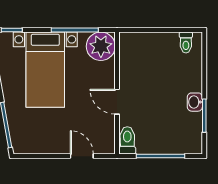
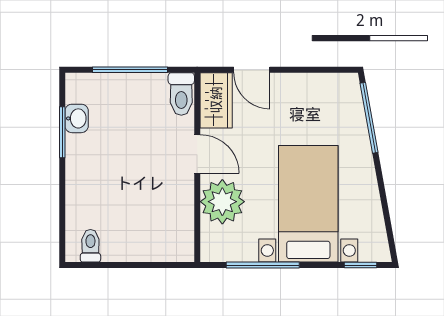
plant: (101, 46) -> (222, 202), moved
washbasin: (195, 102) -> (77, 118), moved
wardrobe: (105, 136) -> (216, 100), added

